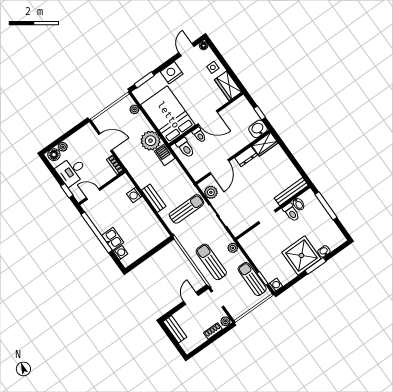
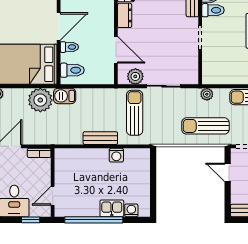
washing machine: (134, 195) -> (116, 155), moved

